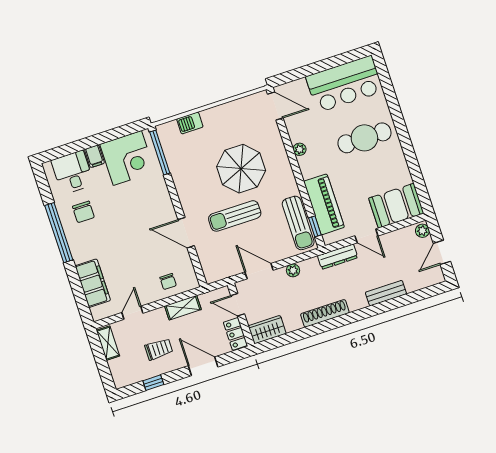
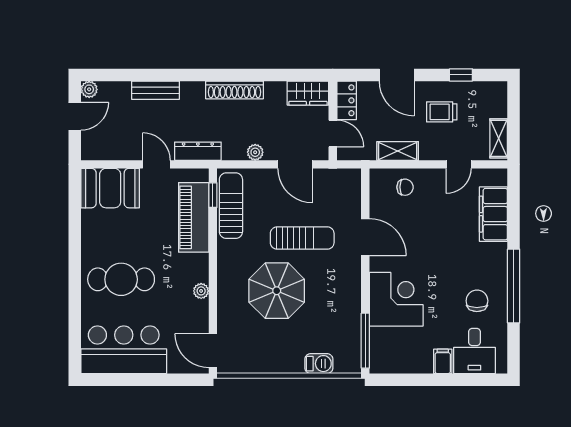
corner desk: (127, 158) -> (396, 299), moved, turned 90
plant: (422, 231) -> (89, 89), moved
chair: (168, 281) -> (405, 187), turned 90

